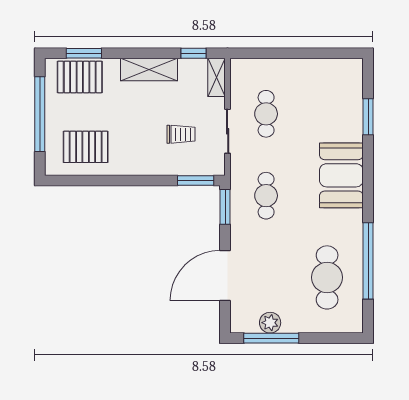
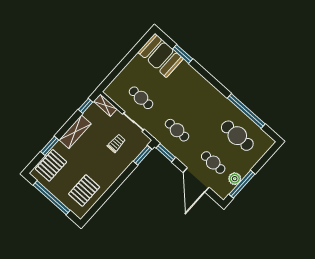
window: (84, 53) -> (50, 146), moved
booth: (341, 175) -> (161, 55), moved
cafe table: (266, 277) -> (213, 163), added

